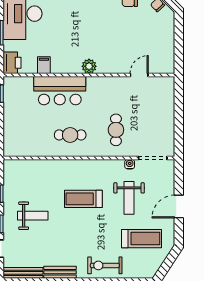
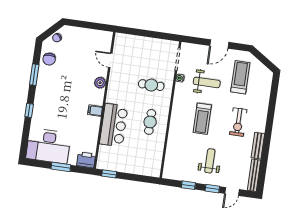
filing cabinet: (44, 65) -> (95, 111), moved
plant: (89, 66) -> (100, 83), moved
door: (179, 207) -> (219, 44), hinge flipped
exercise bike: (105, 265) -> (238, 122), moved

